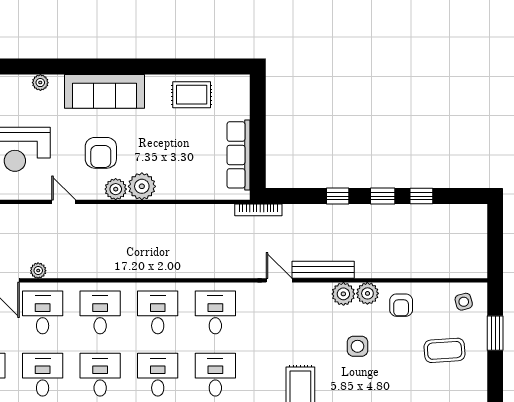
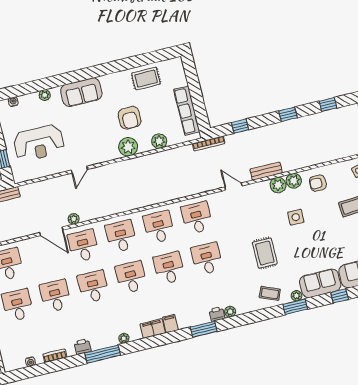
sofa: (104, 91) -> (81, 92), width x0.73
armchair: (101, 153) -> (130, 118), moved
plant: (116, 189) -> (159, 141), moved
window: (338, 196) -> (240, 126), moved
window: (421, 196) -> (328, 105), moved
door: (64, 202) -> (79, 170), swing flipped
bench: (323, 270) -> (266, 171), width x0.73
armchair: (401, 305) -> (318, 183), turned 90

